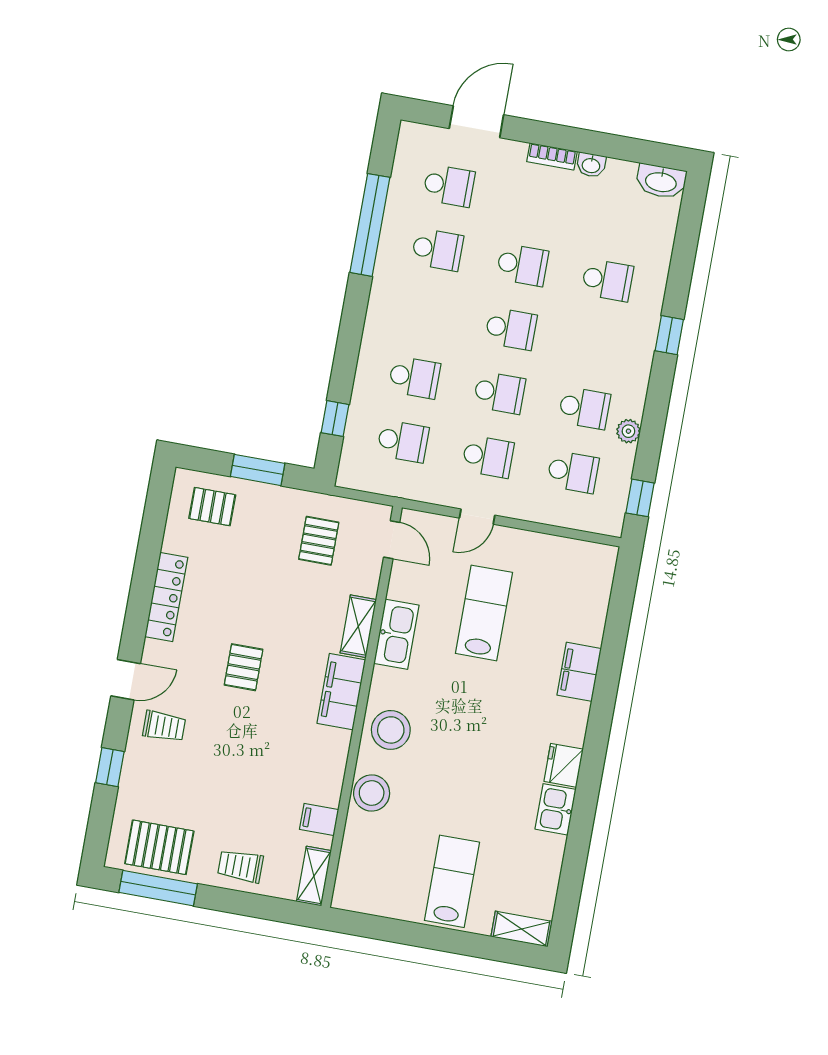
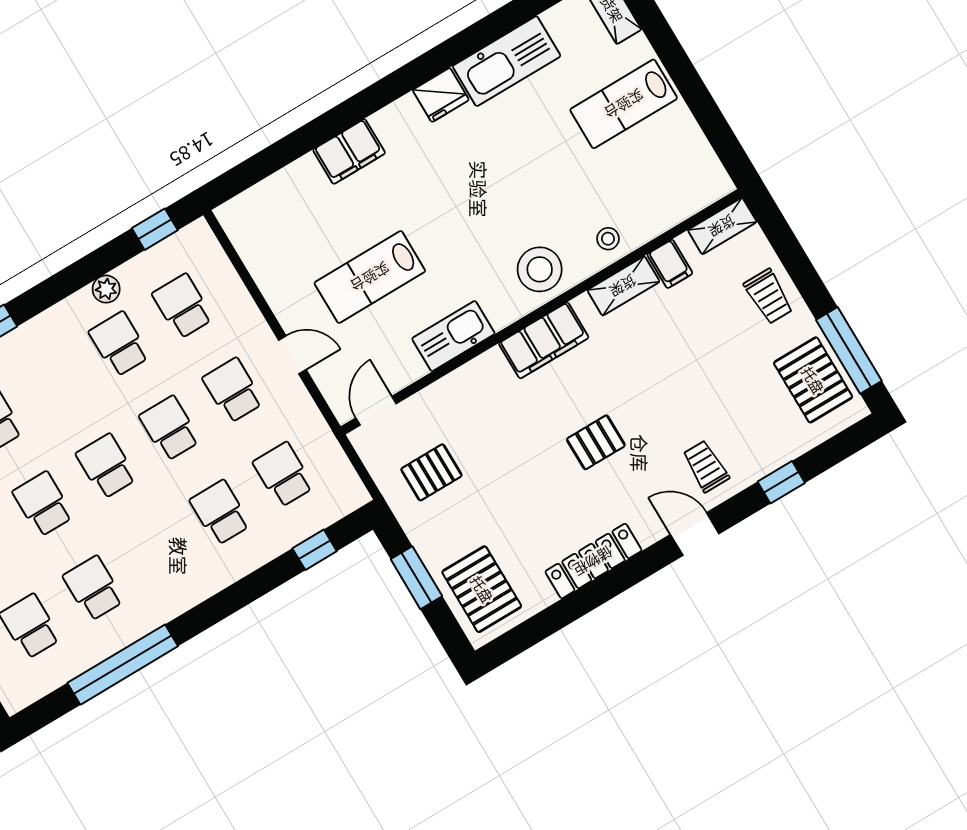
pallet: (212, 507) -> (482, 589), width x1.50, depth x1.42
shelving: (358, 626) -> (623, 286), moved
stool: (372, 793) -> (608, 239), width x0.53, depth x0.53
kitchen sink: (556, 809) -> (507, 61), width x1.88, depth x1.24

